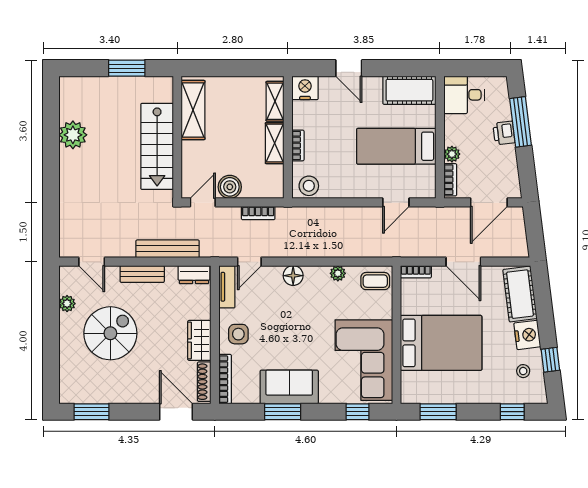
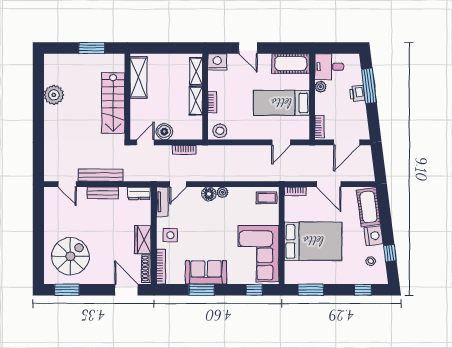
plant: (452, 154) -> (321, 87), moved
bench: (168, 249) -> (101, 175), moved
plant: (338, 273) -> (222, 192), moved
plant: (67, 304) -> (50, 214), removed
spiral stairs: (110, 333) -> (70, 256), moved

